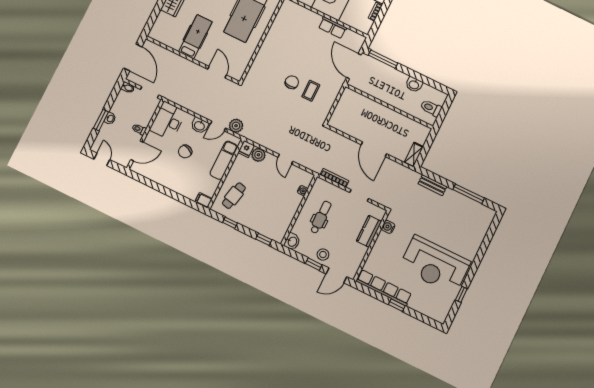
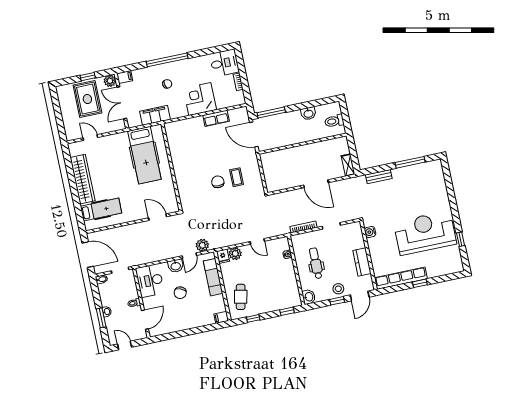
hospital bed: (195, 37) -> (101, 210), moved, turned 90
kitchen counter: (369, 231) -> (362, 262), moved
reception desk: (435, 265) -> (425, 233), turned 180

